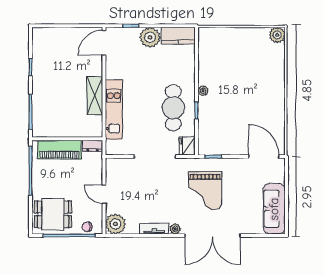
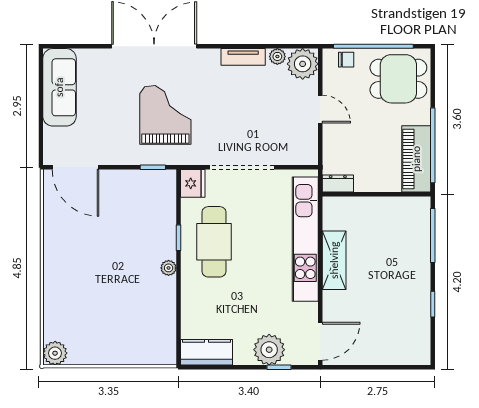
plant: (150, 37) -> (269, 350), moved
kitchen unit: (114, 109) -> (305, 239), width x1.36
piano: (60, 150) -> (416, 159), moved, turned -90
plant: (175, 229) -> (277, 56), moved

